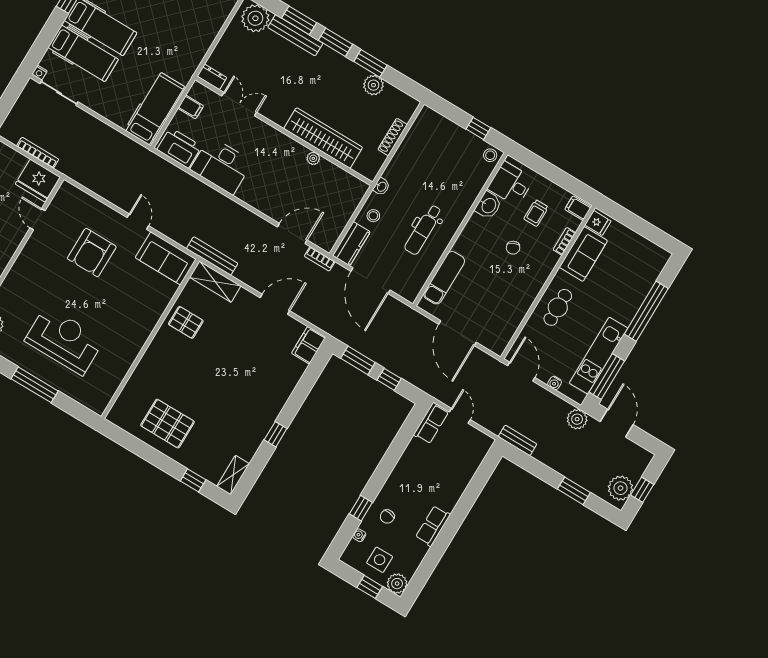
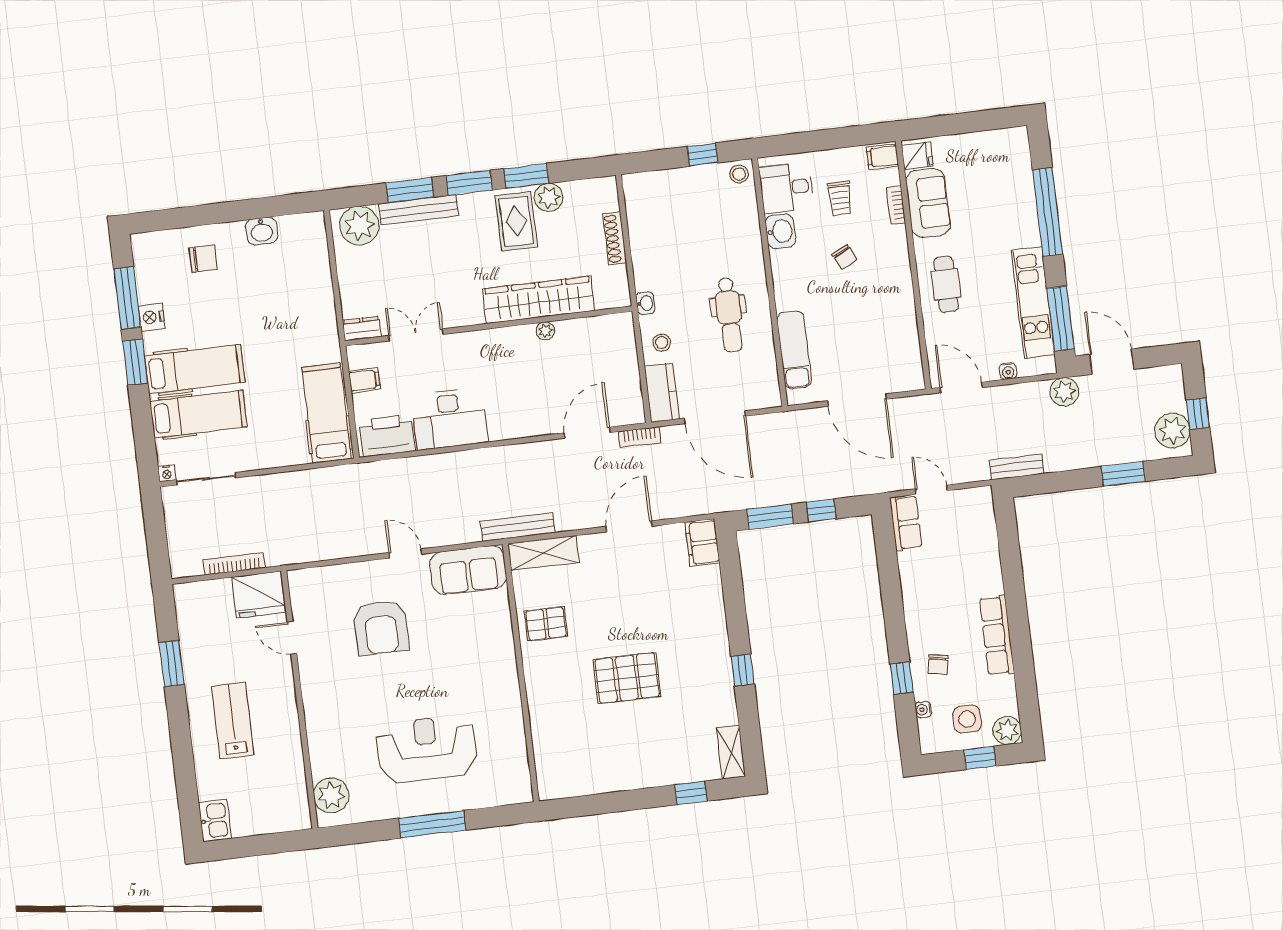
rug: (345, 84) -> (516, 221), added
pallet: (168, 424) -> (627, 678), moved
row of seats: (433, 526) -> (997, 635), width x1.48

